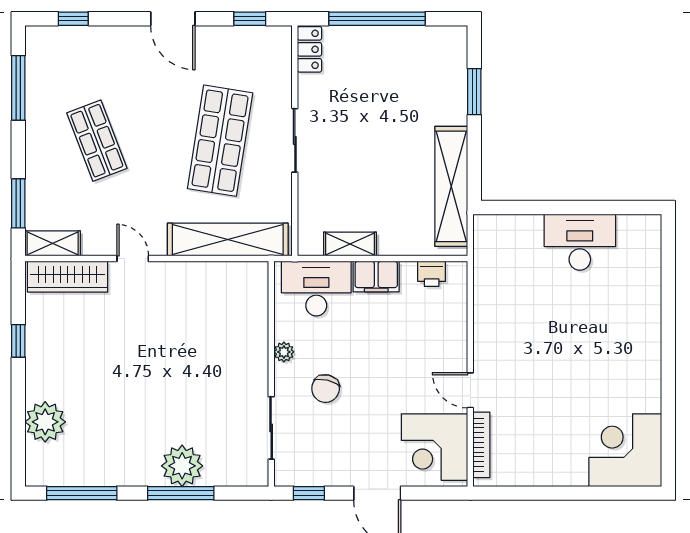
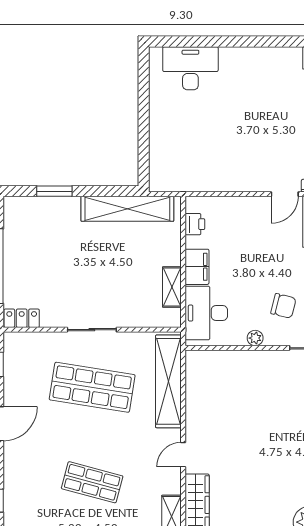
shop shelf: (97, 141) -> (92, 482), turned 36
desk: (580, 242) -> (190, 68), moved, turned 90

